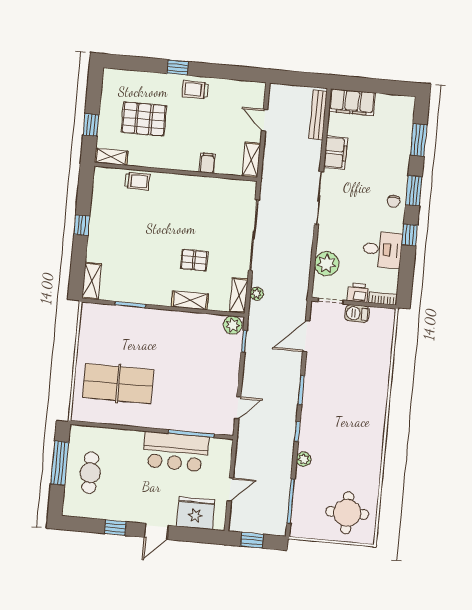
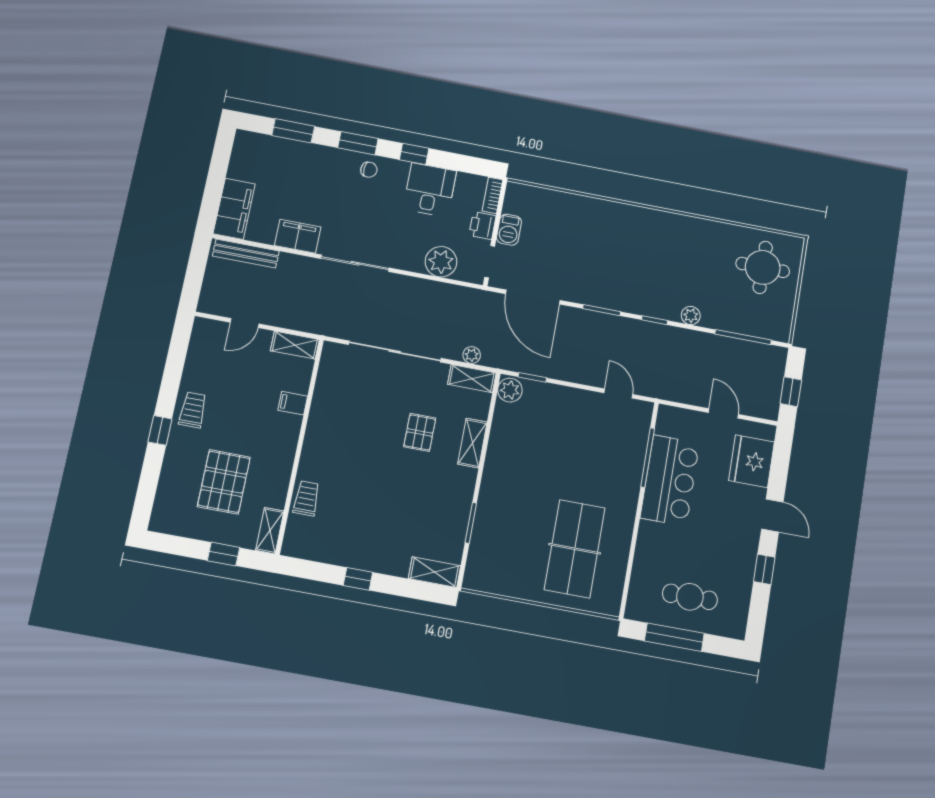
trolley: (195, 90) -> (193, 410), turned 180
door: (306, 336) -> (533, 297), width x1.36

